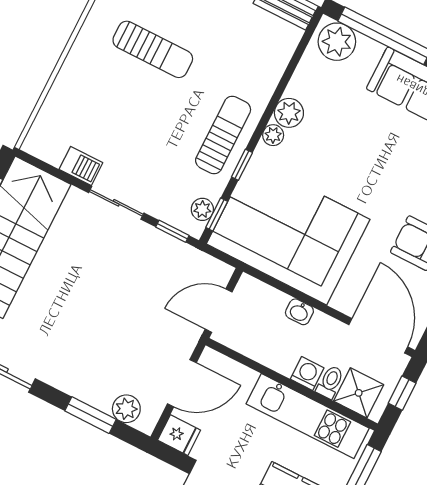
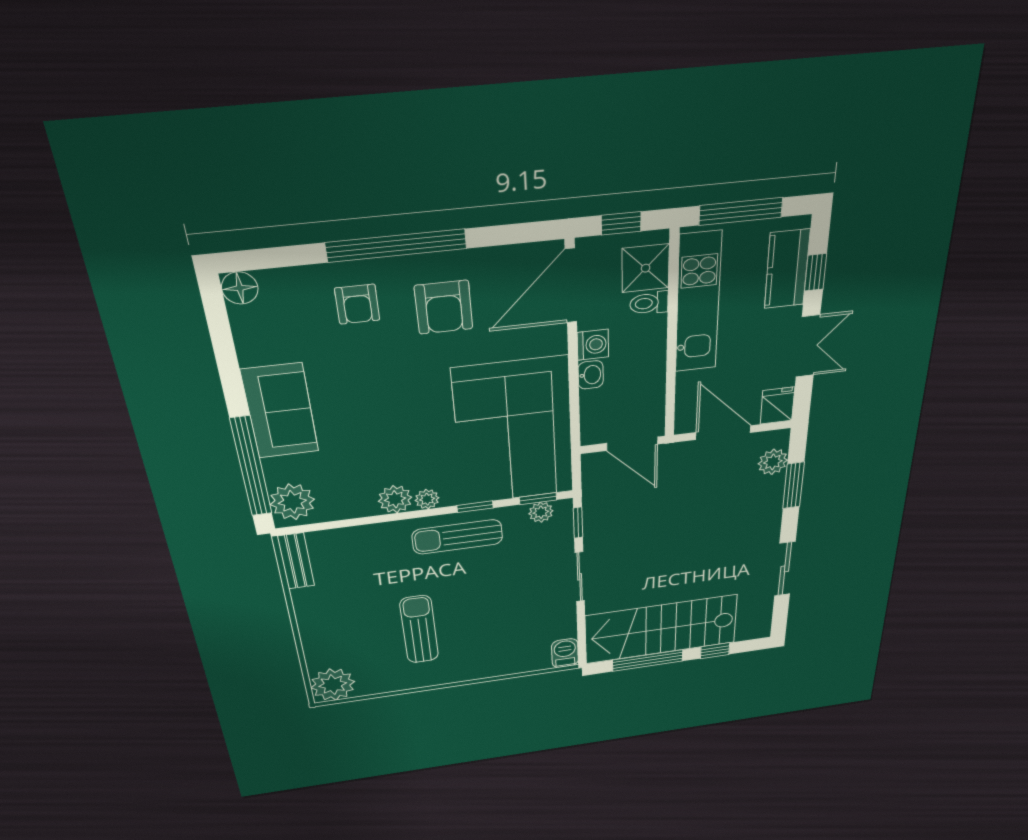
barbecue: (81, 166) -> (565, 653), moved
washing machine: (307, 374) -> (593, 345), moved, turned 180

